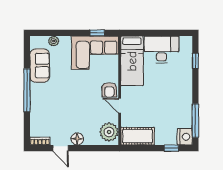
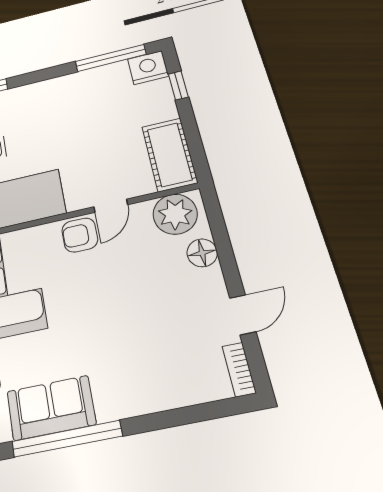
window: (27, 90) -> (67, 439), moved
armchair: (109, 90) -> (80, 235), turned 180
floor lamp: (77, 139) -> (202, 253), moved

